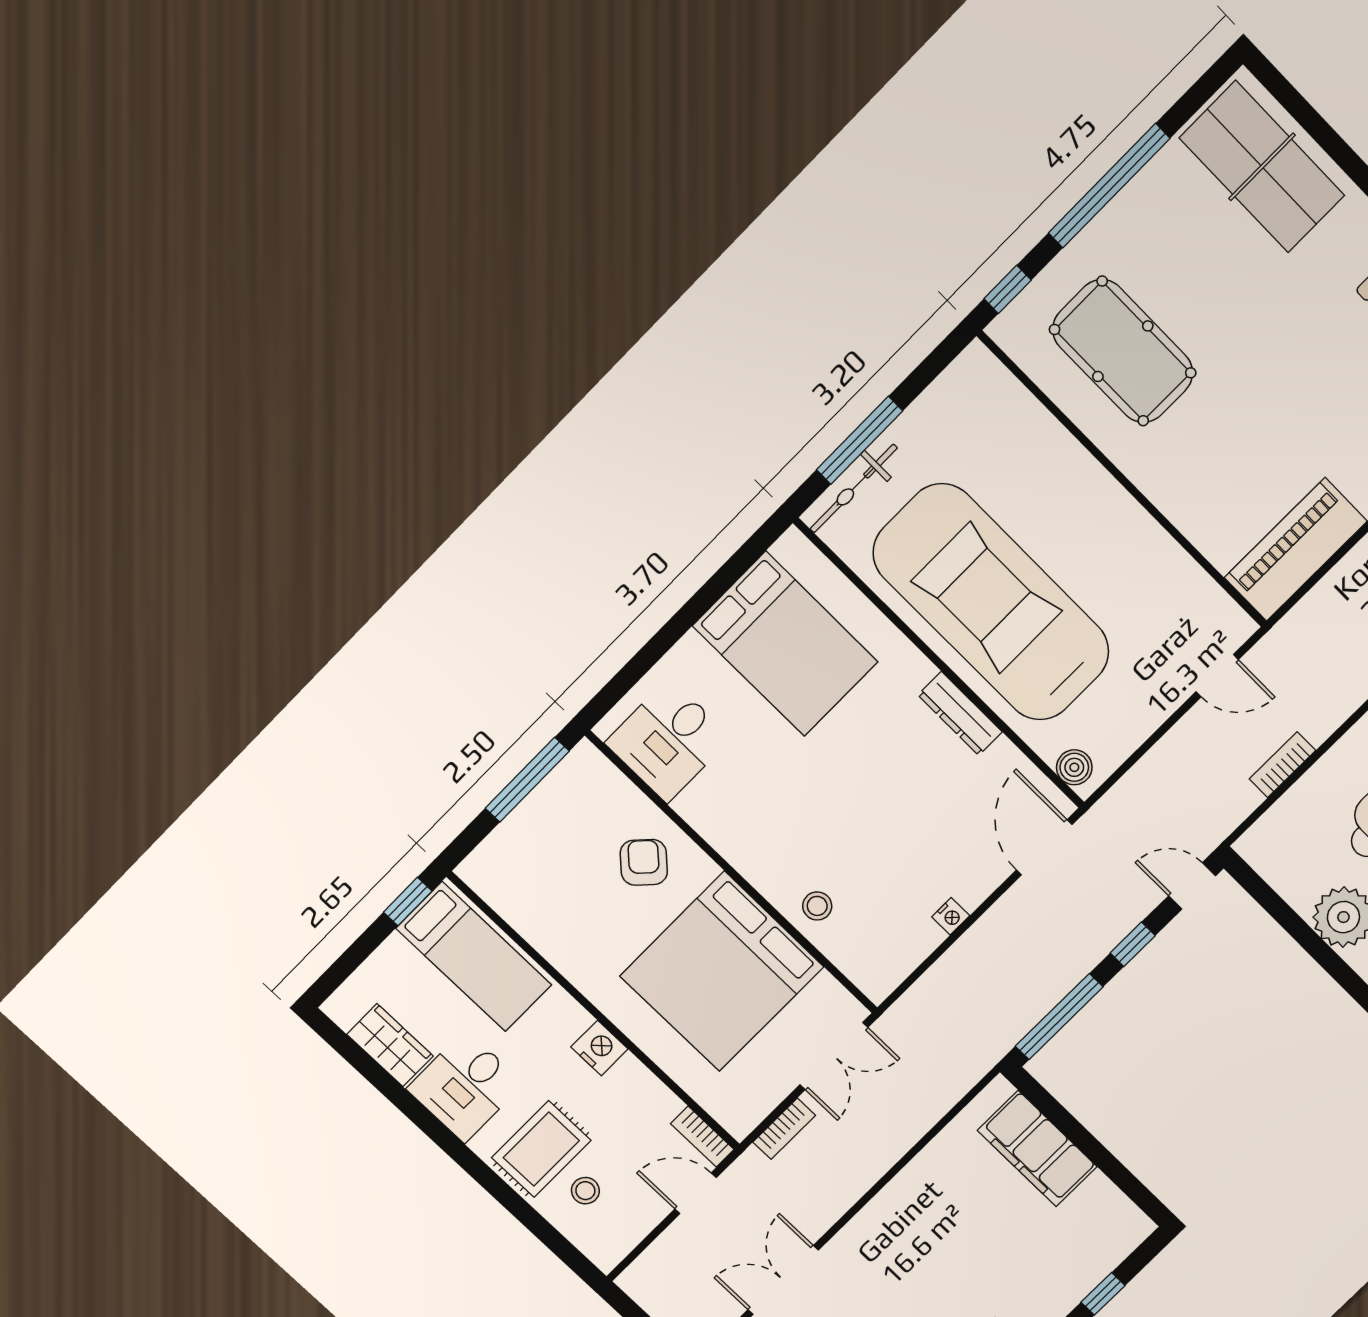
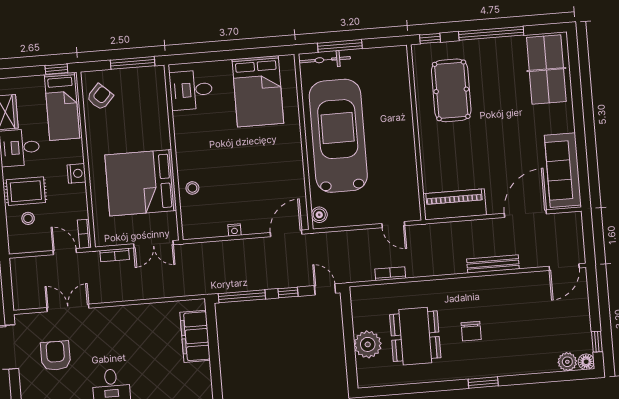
dresser: (960, 713) -> (296, 164), removed
armchair: (644, 862) -> (100, 97), moved

